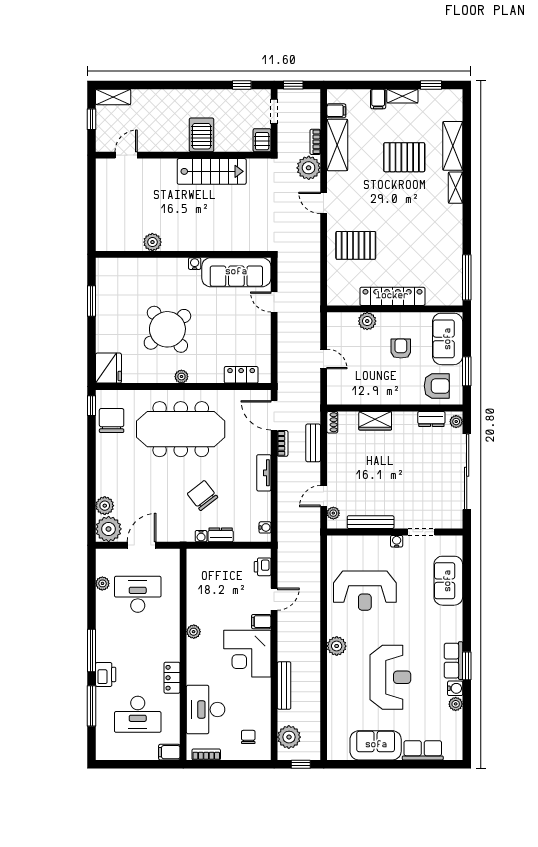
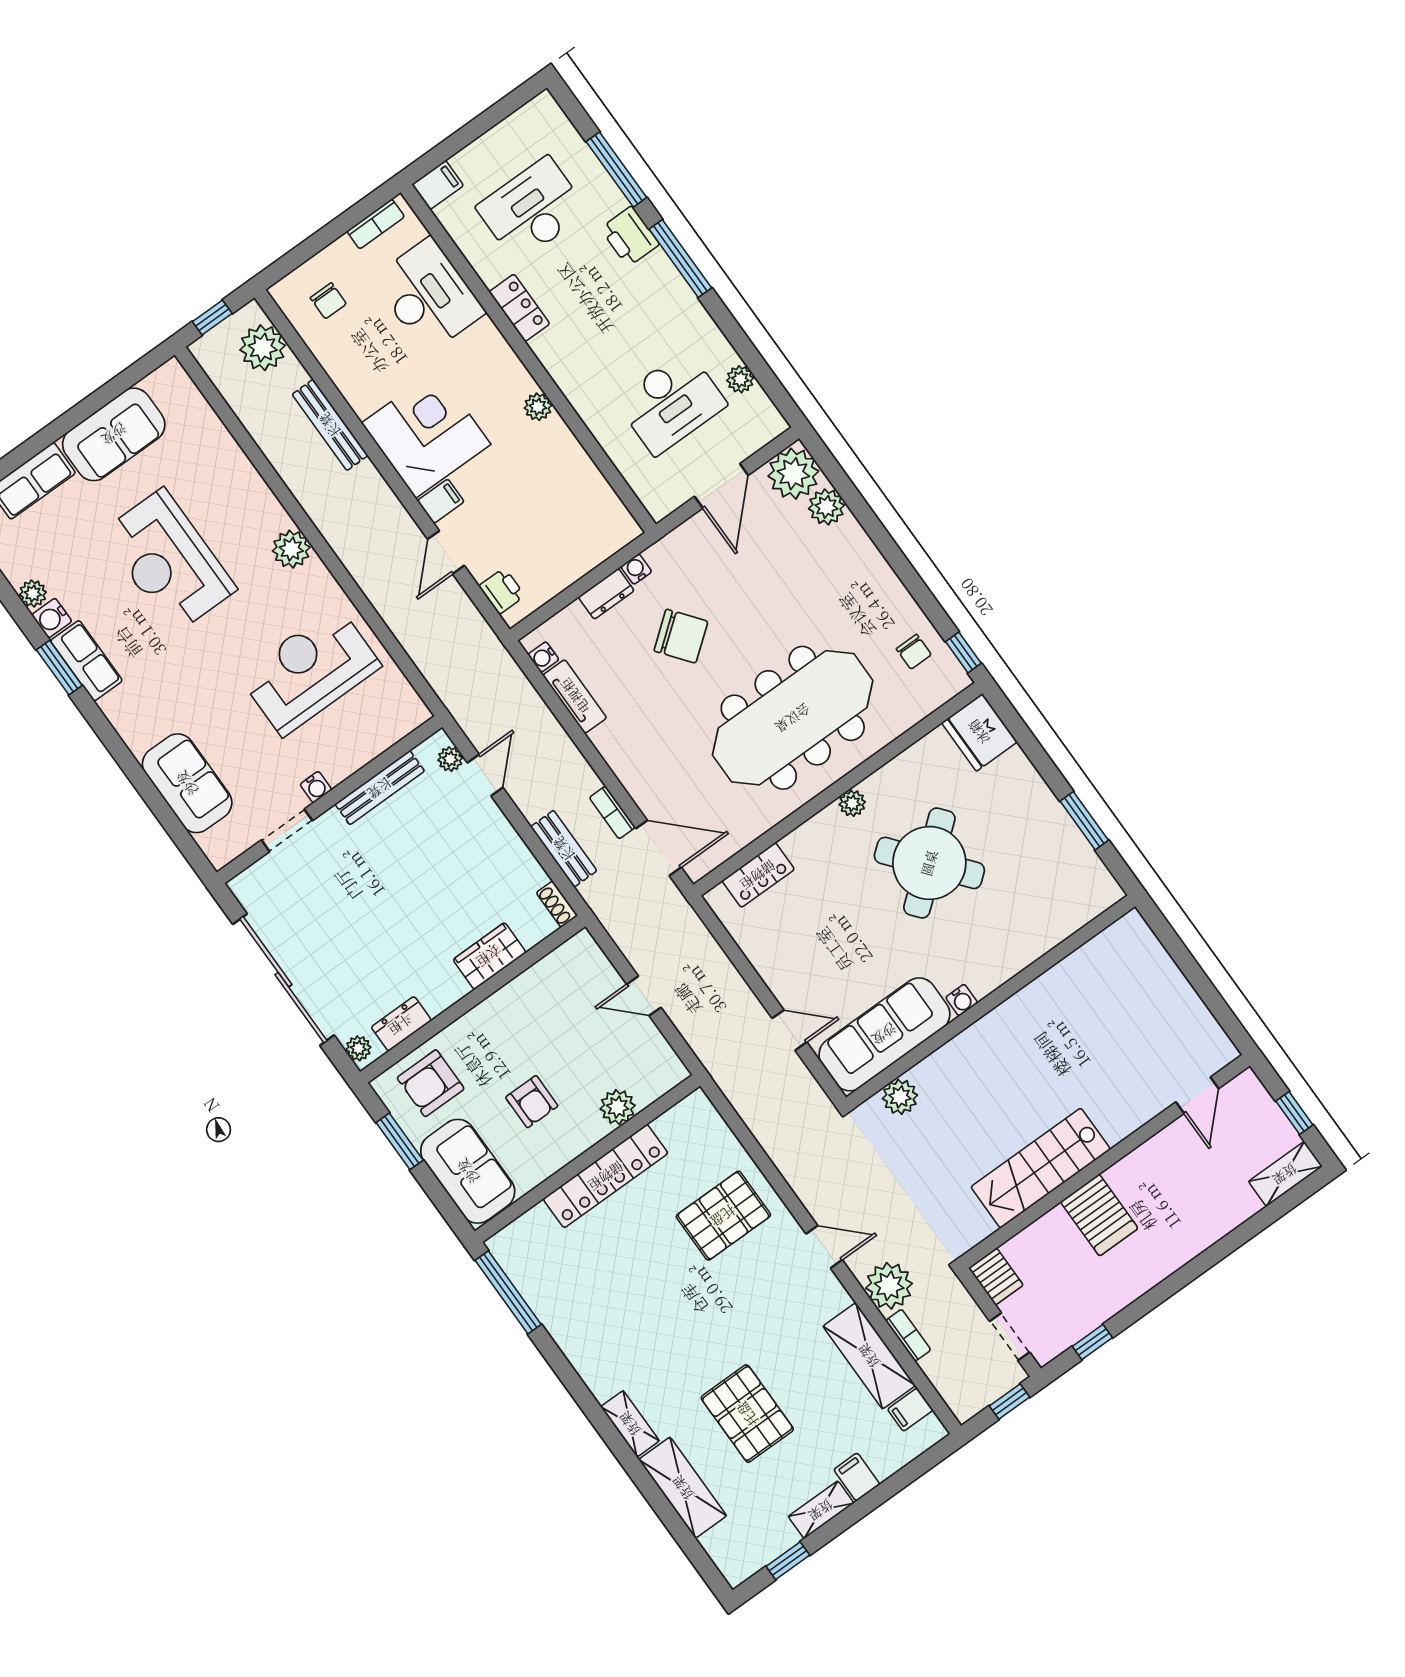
pallet: (404, 157) -> (747, 1414), turned 90
plant: (152, 242) -> (900, 1097), moved
chair: (112, 421) -> (914, 652), width x0.54, depth x0.54
tv unit: (264, 473) -> (575, 696), moved

